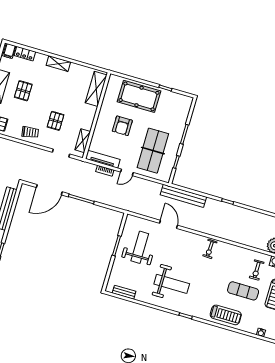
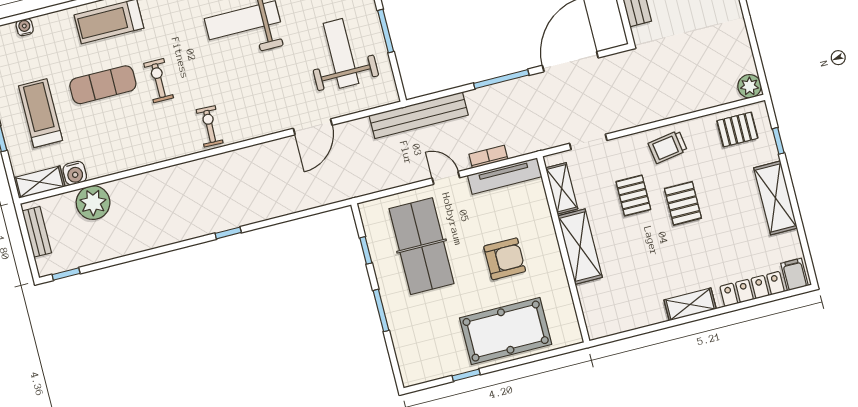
locker: (25, 54) -> (752, 289), width x1.53
shelving: (96, 89) -> (580, 247), moved
pallet: (23, 91) -> (683, 203), moved
armchair: (122, 126) -> (505, 259), turned 90
door: (127, 172) -> (446, 178), hinge flipped
bench: (183, 196) -> (419, 115), moved
door: (168, 224) -> (313, 127), hinge flipped
weight bench: (140, 247) -> (341, 53), turned 180
exercise bike: (257, 270) -> (159, 81), moved

